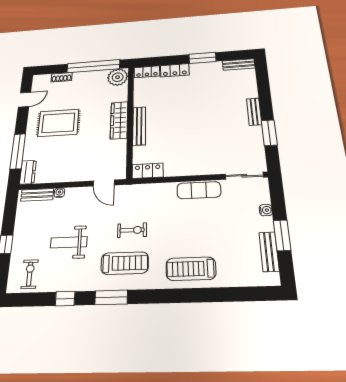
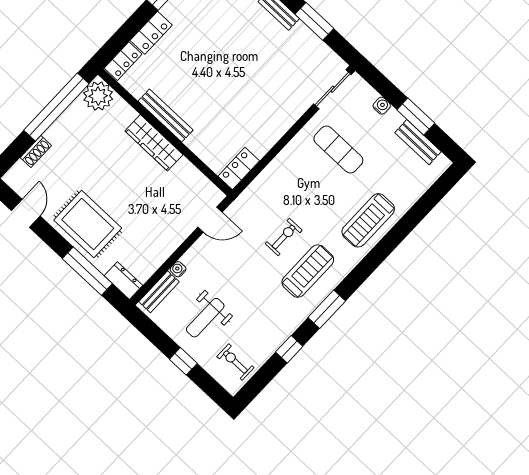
rug: (58, 123) -> (88, 224), moved, turned 90
bench: (139, 126) -> (166, 116), moved
exercise mat: (199, 190) -> (338, 149), moved, turned 90
weight bench: (69, 242) -> (205, 318), moved

